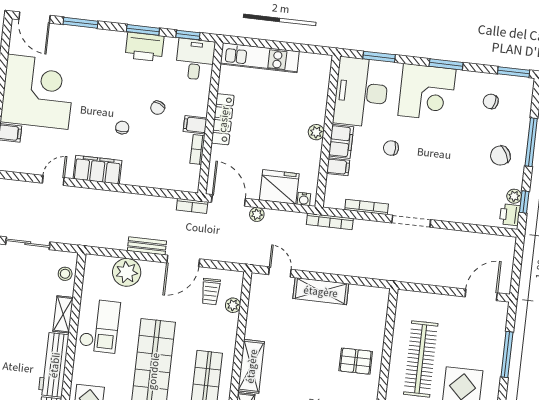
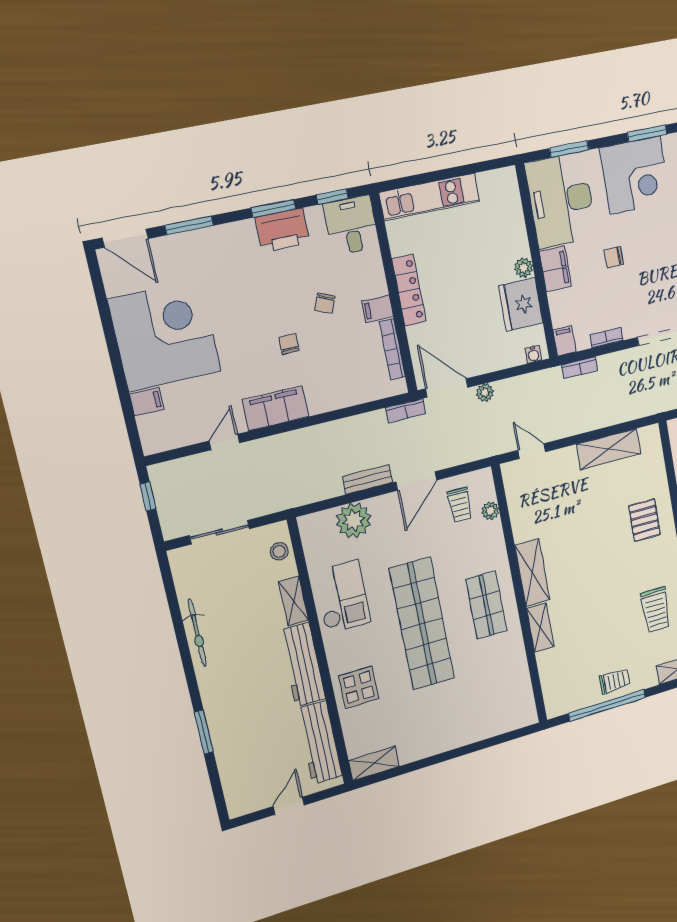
bookcase: (197, 149) -> (392, 349), width x1.56
filing cabinet: (338, 167) -> (565, 341), moved, turned -90
fridge: (279, 187) -> (521, 304), moved, turned -90
bookcase: (367, 207) -> (606, 338), width x0.64
bookcase: (330, 221) -> (580, 368), width x0.64
shelving: (321, 291) -> (609, 449), moved
pallet: (356, 361) -> (644, 520), turned 90

